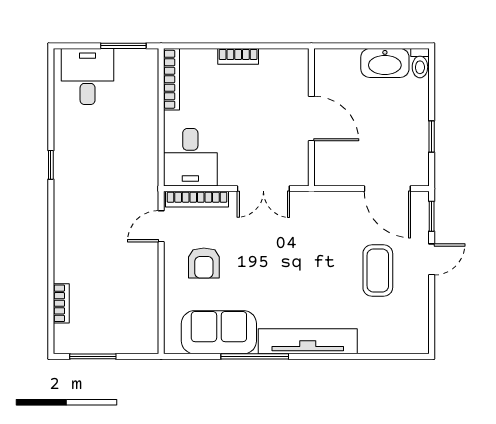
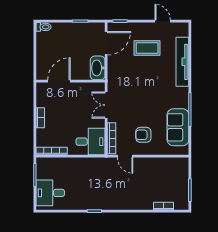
washbasin: (385, 63) -> (98, 68), moved, turned 180
door: (311, 119) -> (59, 81), moved
double door: (263, 189) -> (106, 105), swing flipped
door: (432, 259) -> (163, 21), moved
armchair: (204, 263) -> (143, 135), turned 180
tv unit: (308, 341) -> (182, 62), moved

